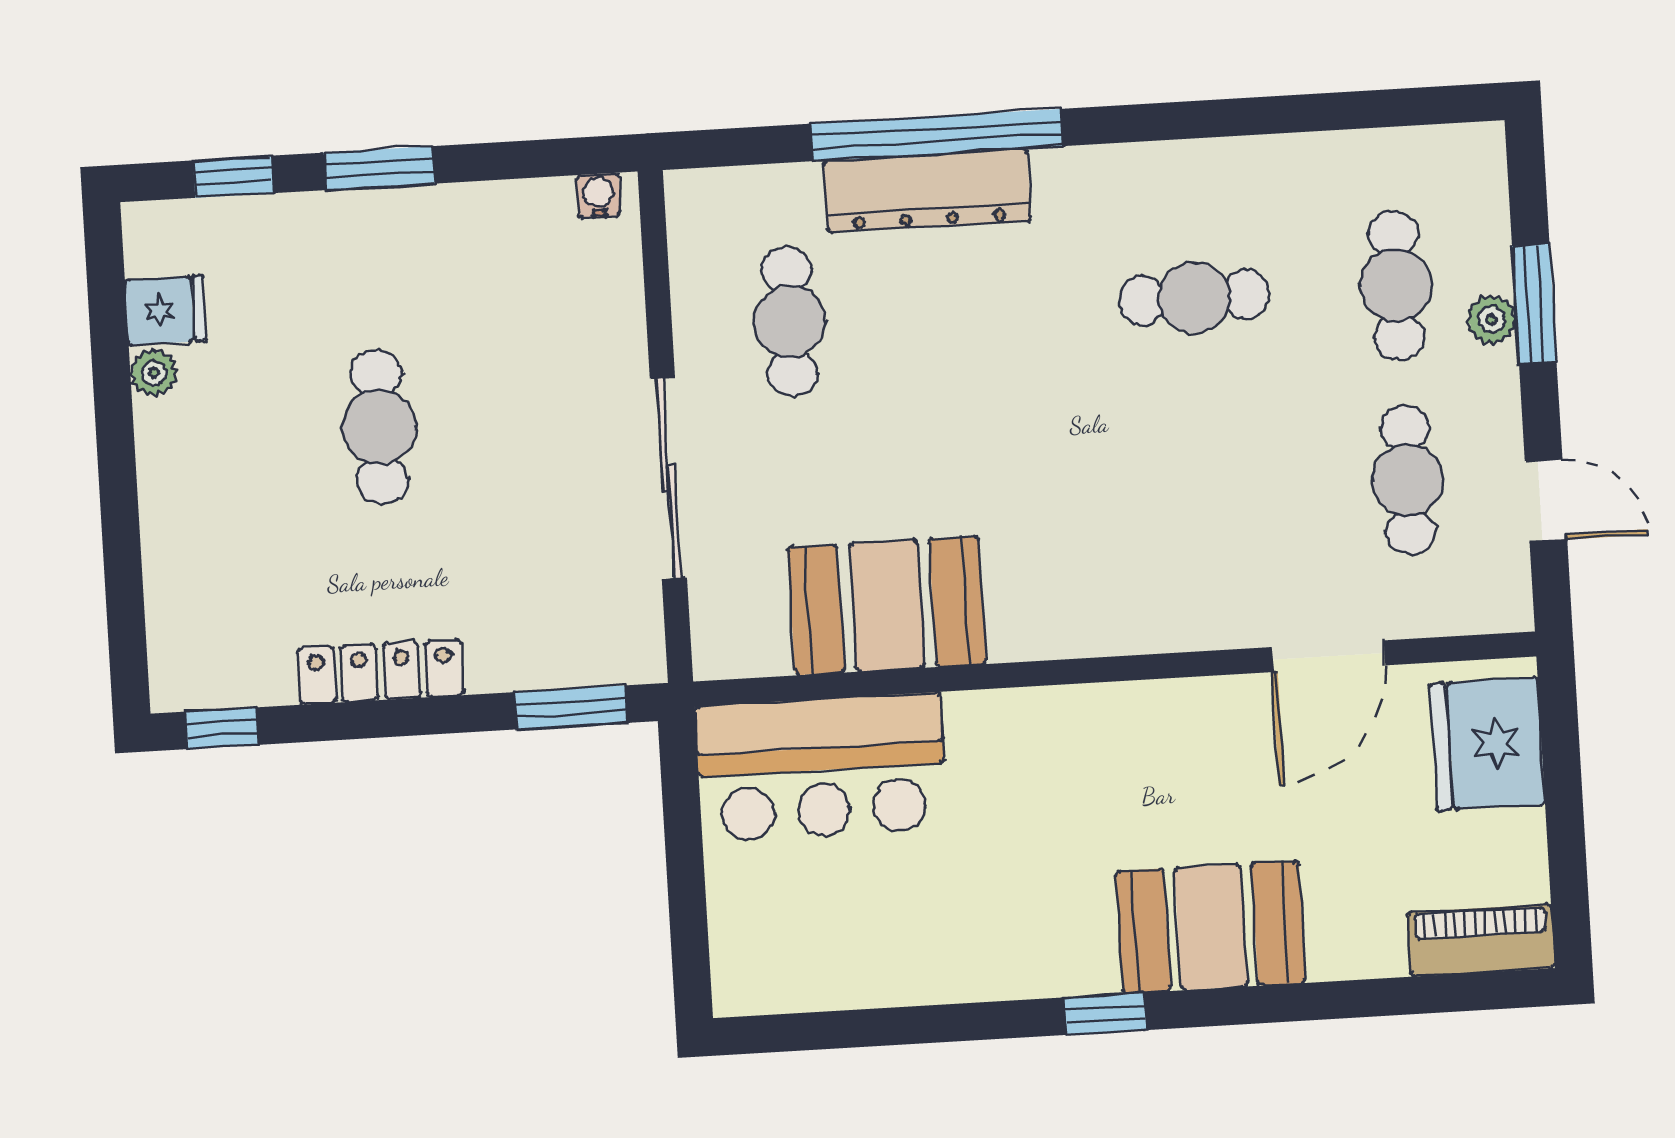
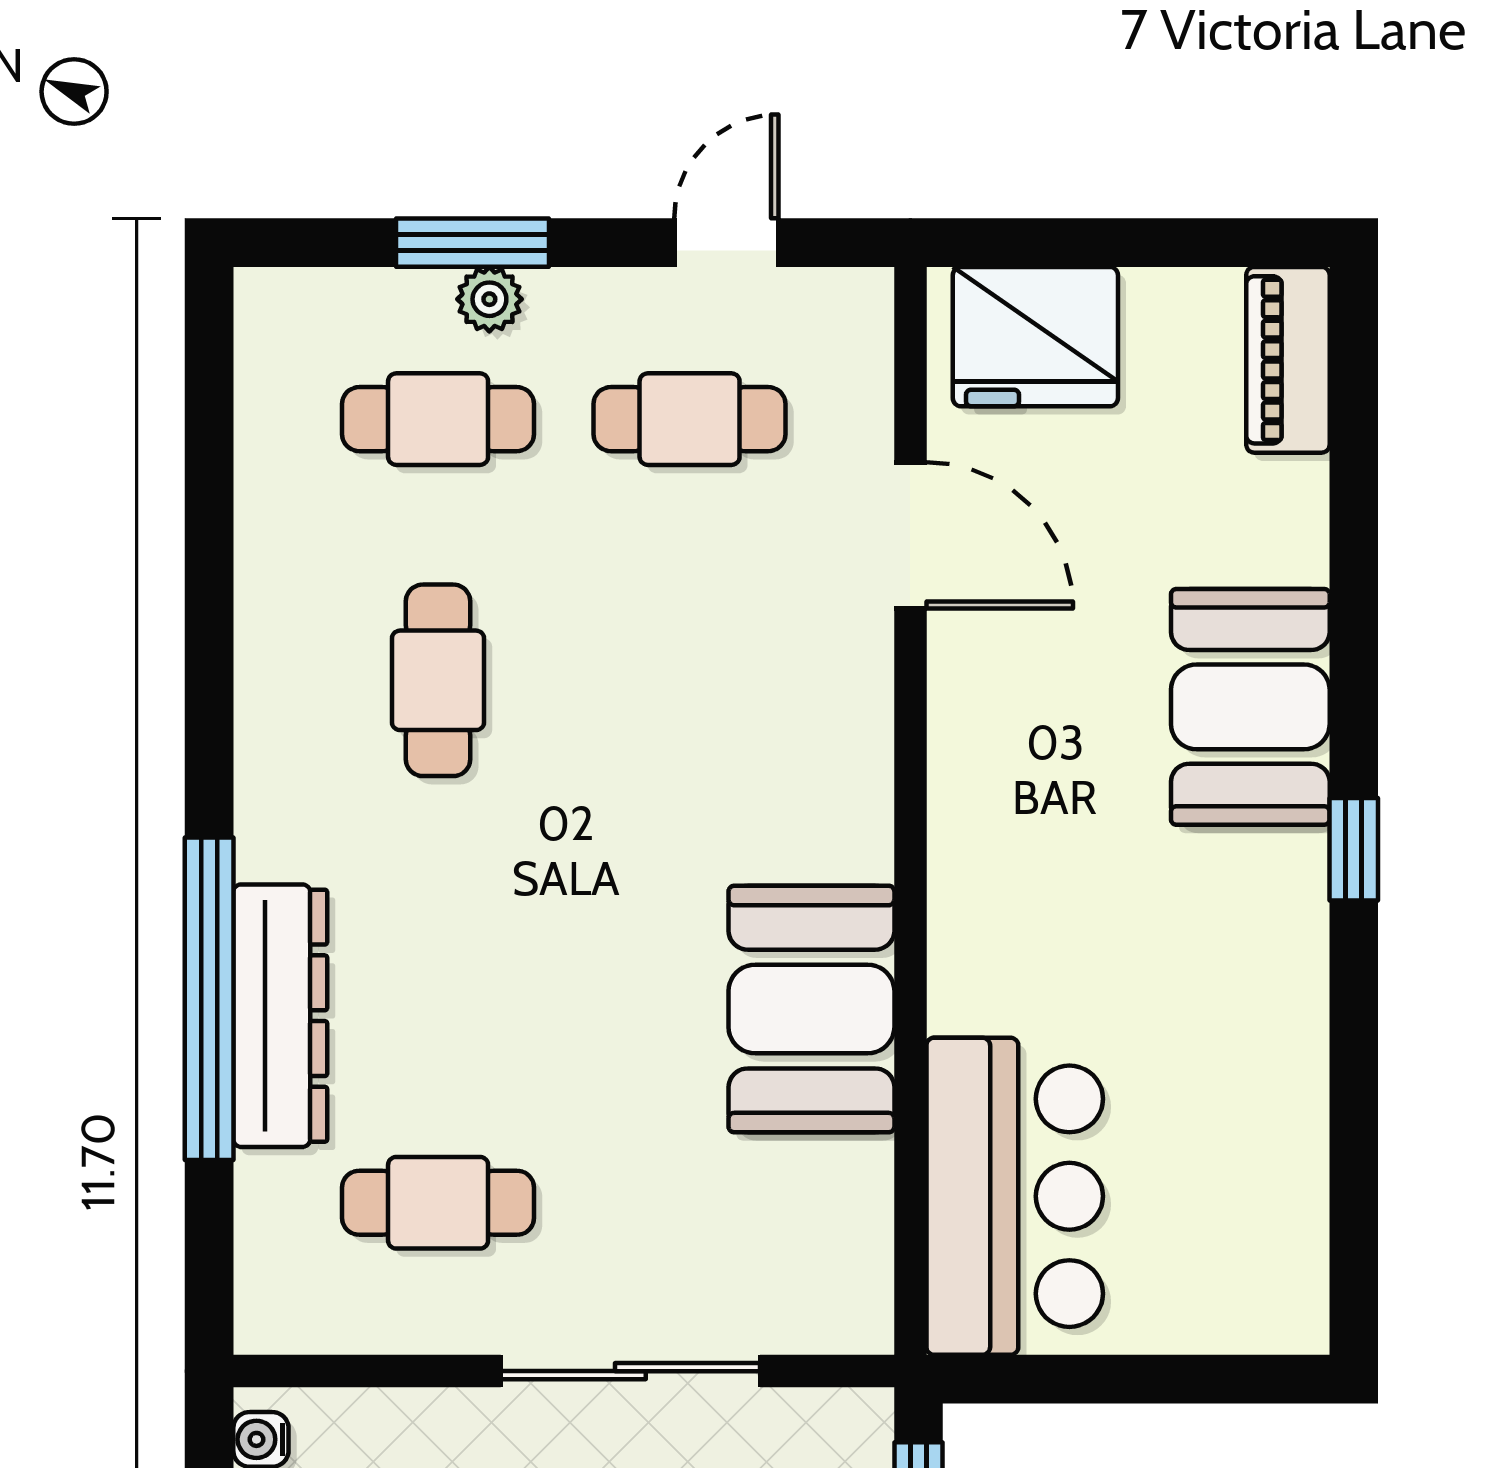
booth: (887, 606) -> (811, 1009), moved

